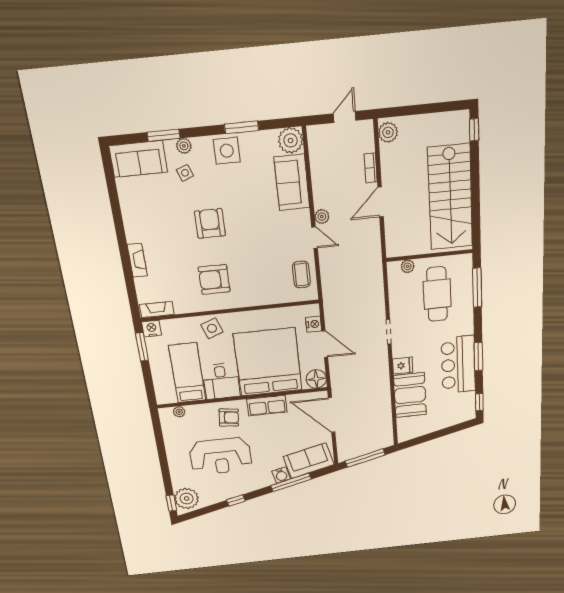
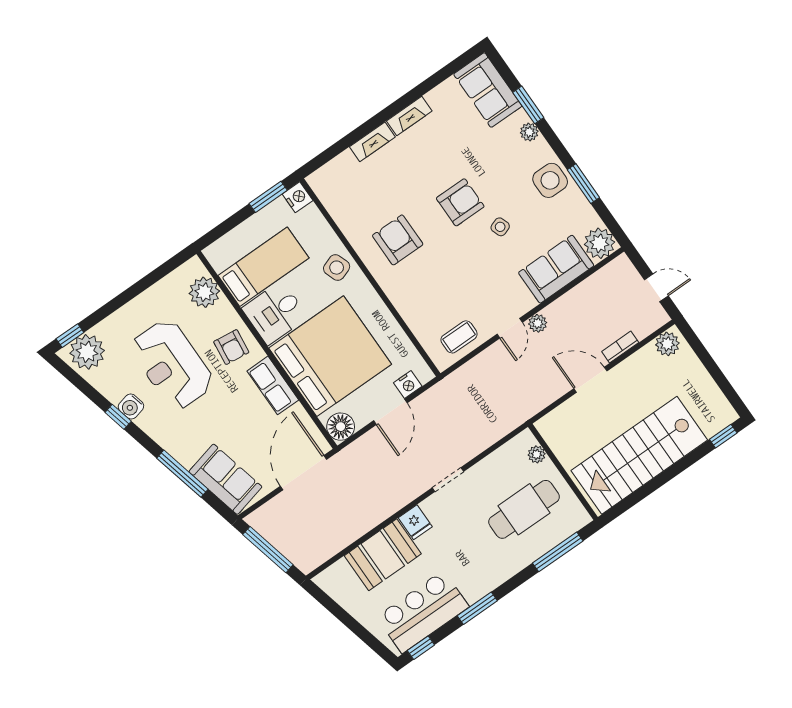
side table: (185, 173) -> (500, 227), moved
fireplace: (157, 310) -> (409, 116), moved, turned 90
bar counter: (458, 365) -> (423, 612), moved
plant: (179, 412) -> (204, 292), width x1.87, depth x1.87
water cooler: (281, 475) -> (131, 406), moved

